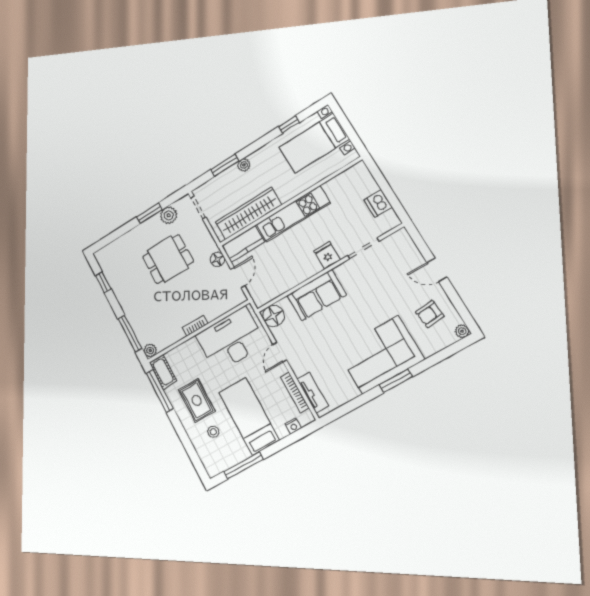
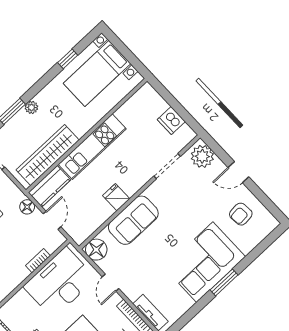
fridge: (327, 255) -> (116, 197), moved
bookcase: (195, 326) -> (38, 261), moved
plant: (462, 331) -> (202, 156), moved, width x1.88, depth x1.88

